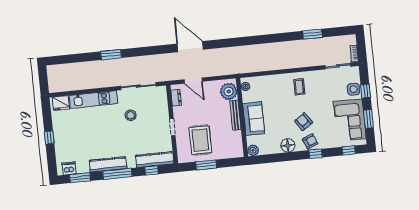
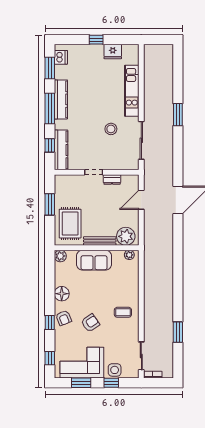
dresser: (176, 98) -> (112, 179), moved
fridge: (61, 103) -> (113, 52), moved, turned -90
armchair: (304, 122) -> (90, 323), moved
rug: (200, 140) -> (70, 224), moved, turned 90

